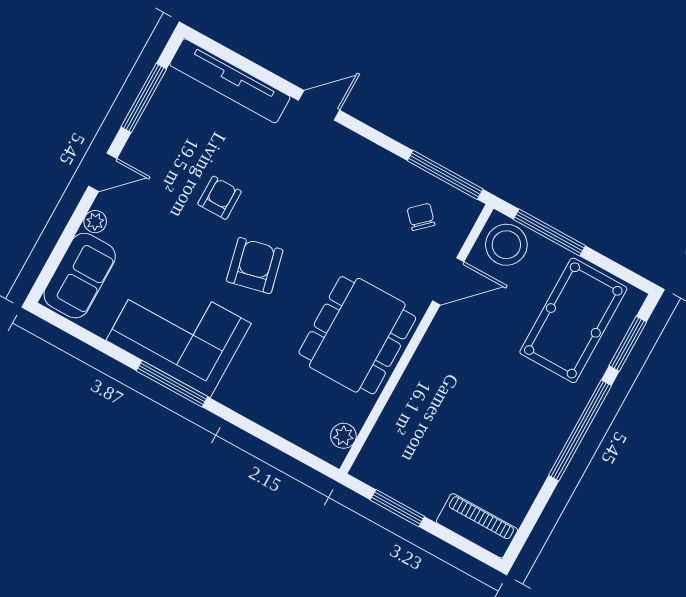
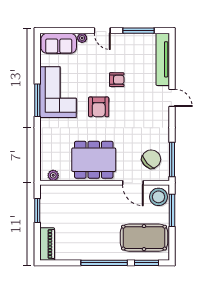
chair: (421, 217) -> (151, 159), width x1.87, depth x1.87
armchair: (255, 266) -> (99, 107), turned 103

